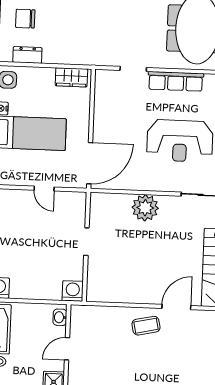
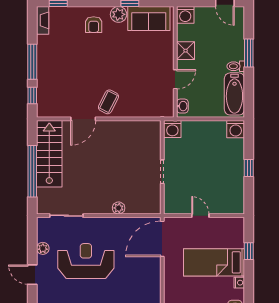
plant: (145, 208) -> (119, 208), width x0.53, depth x0.53
coffee table: (146, 326) -> (108, 102), turned -51

